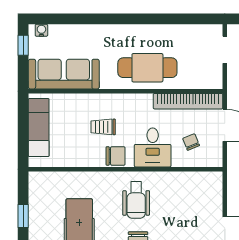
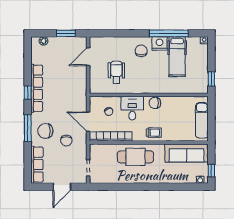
trolley: (103, 127) -> (154, 133), moved
wheelchair: (136, 200) -> (116, 72), moved
window: (23, 216) -> (211, 79), moved

